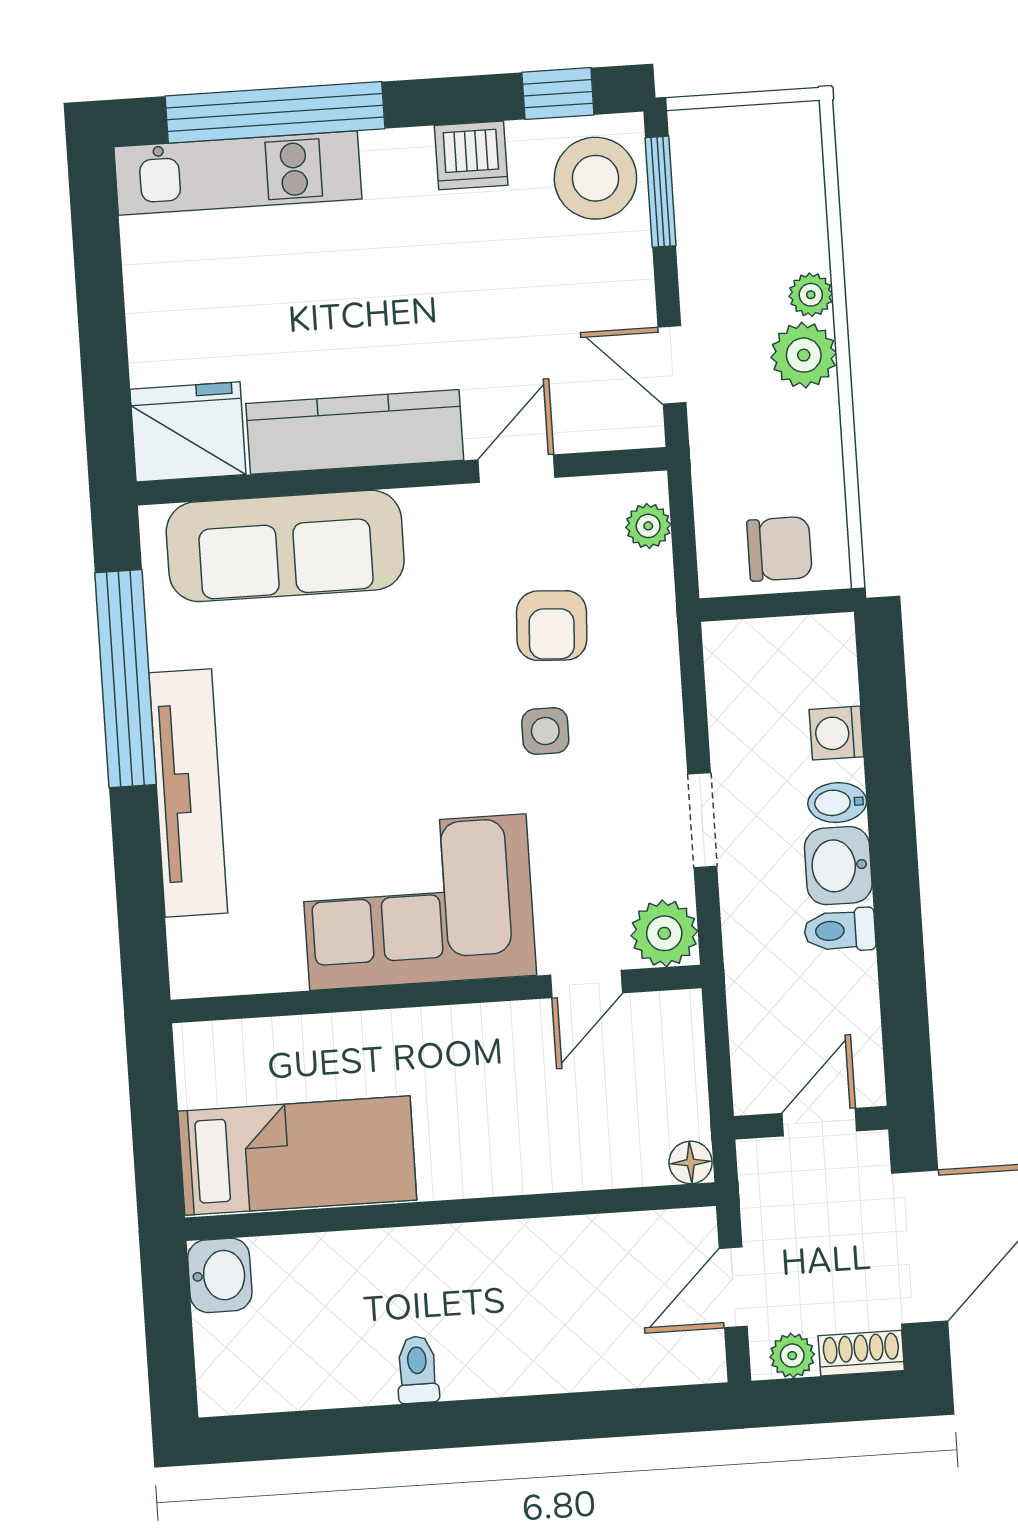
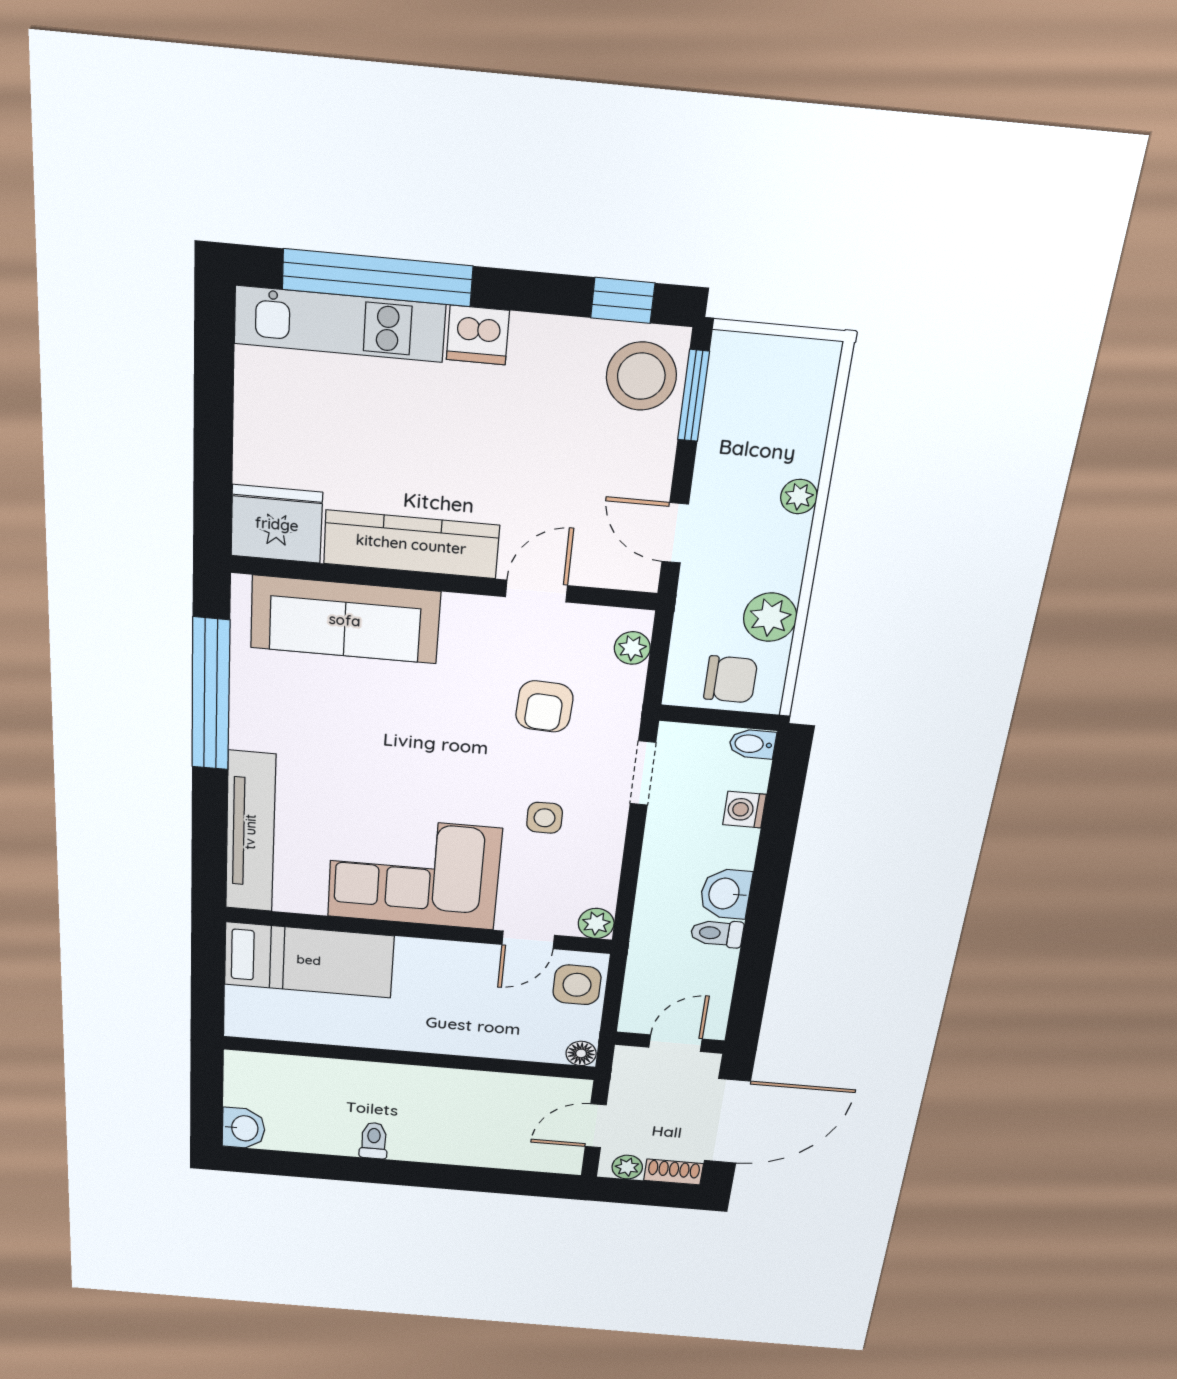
dishwasher: (471, 155) -> (478, 335), moved
plant: (804, 355) -> (770, 617), moved
side table: (545, 731) -> (545, 818), moved
tv unit: (188, 793) -> (250, 832), moved
bidet: (837, 803) -> (752, 744), moved
doorway: (702, 820) -> (643, 773), moved
plant: (664, 933) -> (596, 923), width x0.73, depth x0.73
side table: (665, 1047) -> (577, 985), added
bed: (297, 1156) -> (309, 960), moved
washbasin: (220, 1275) -> (244, 1128), moved

